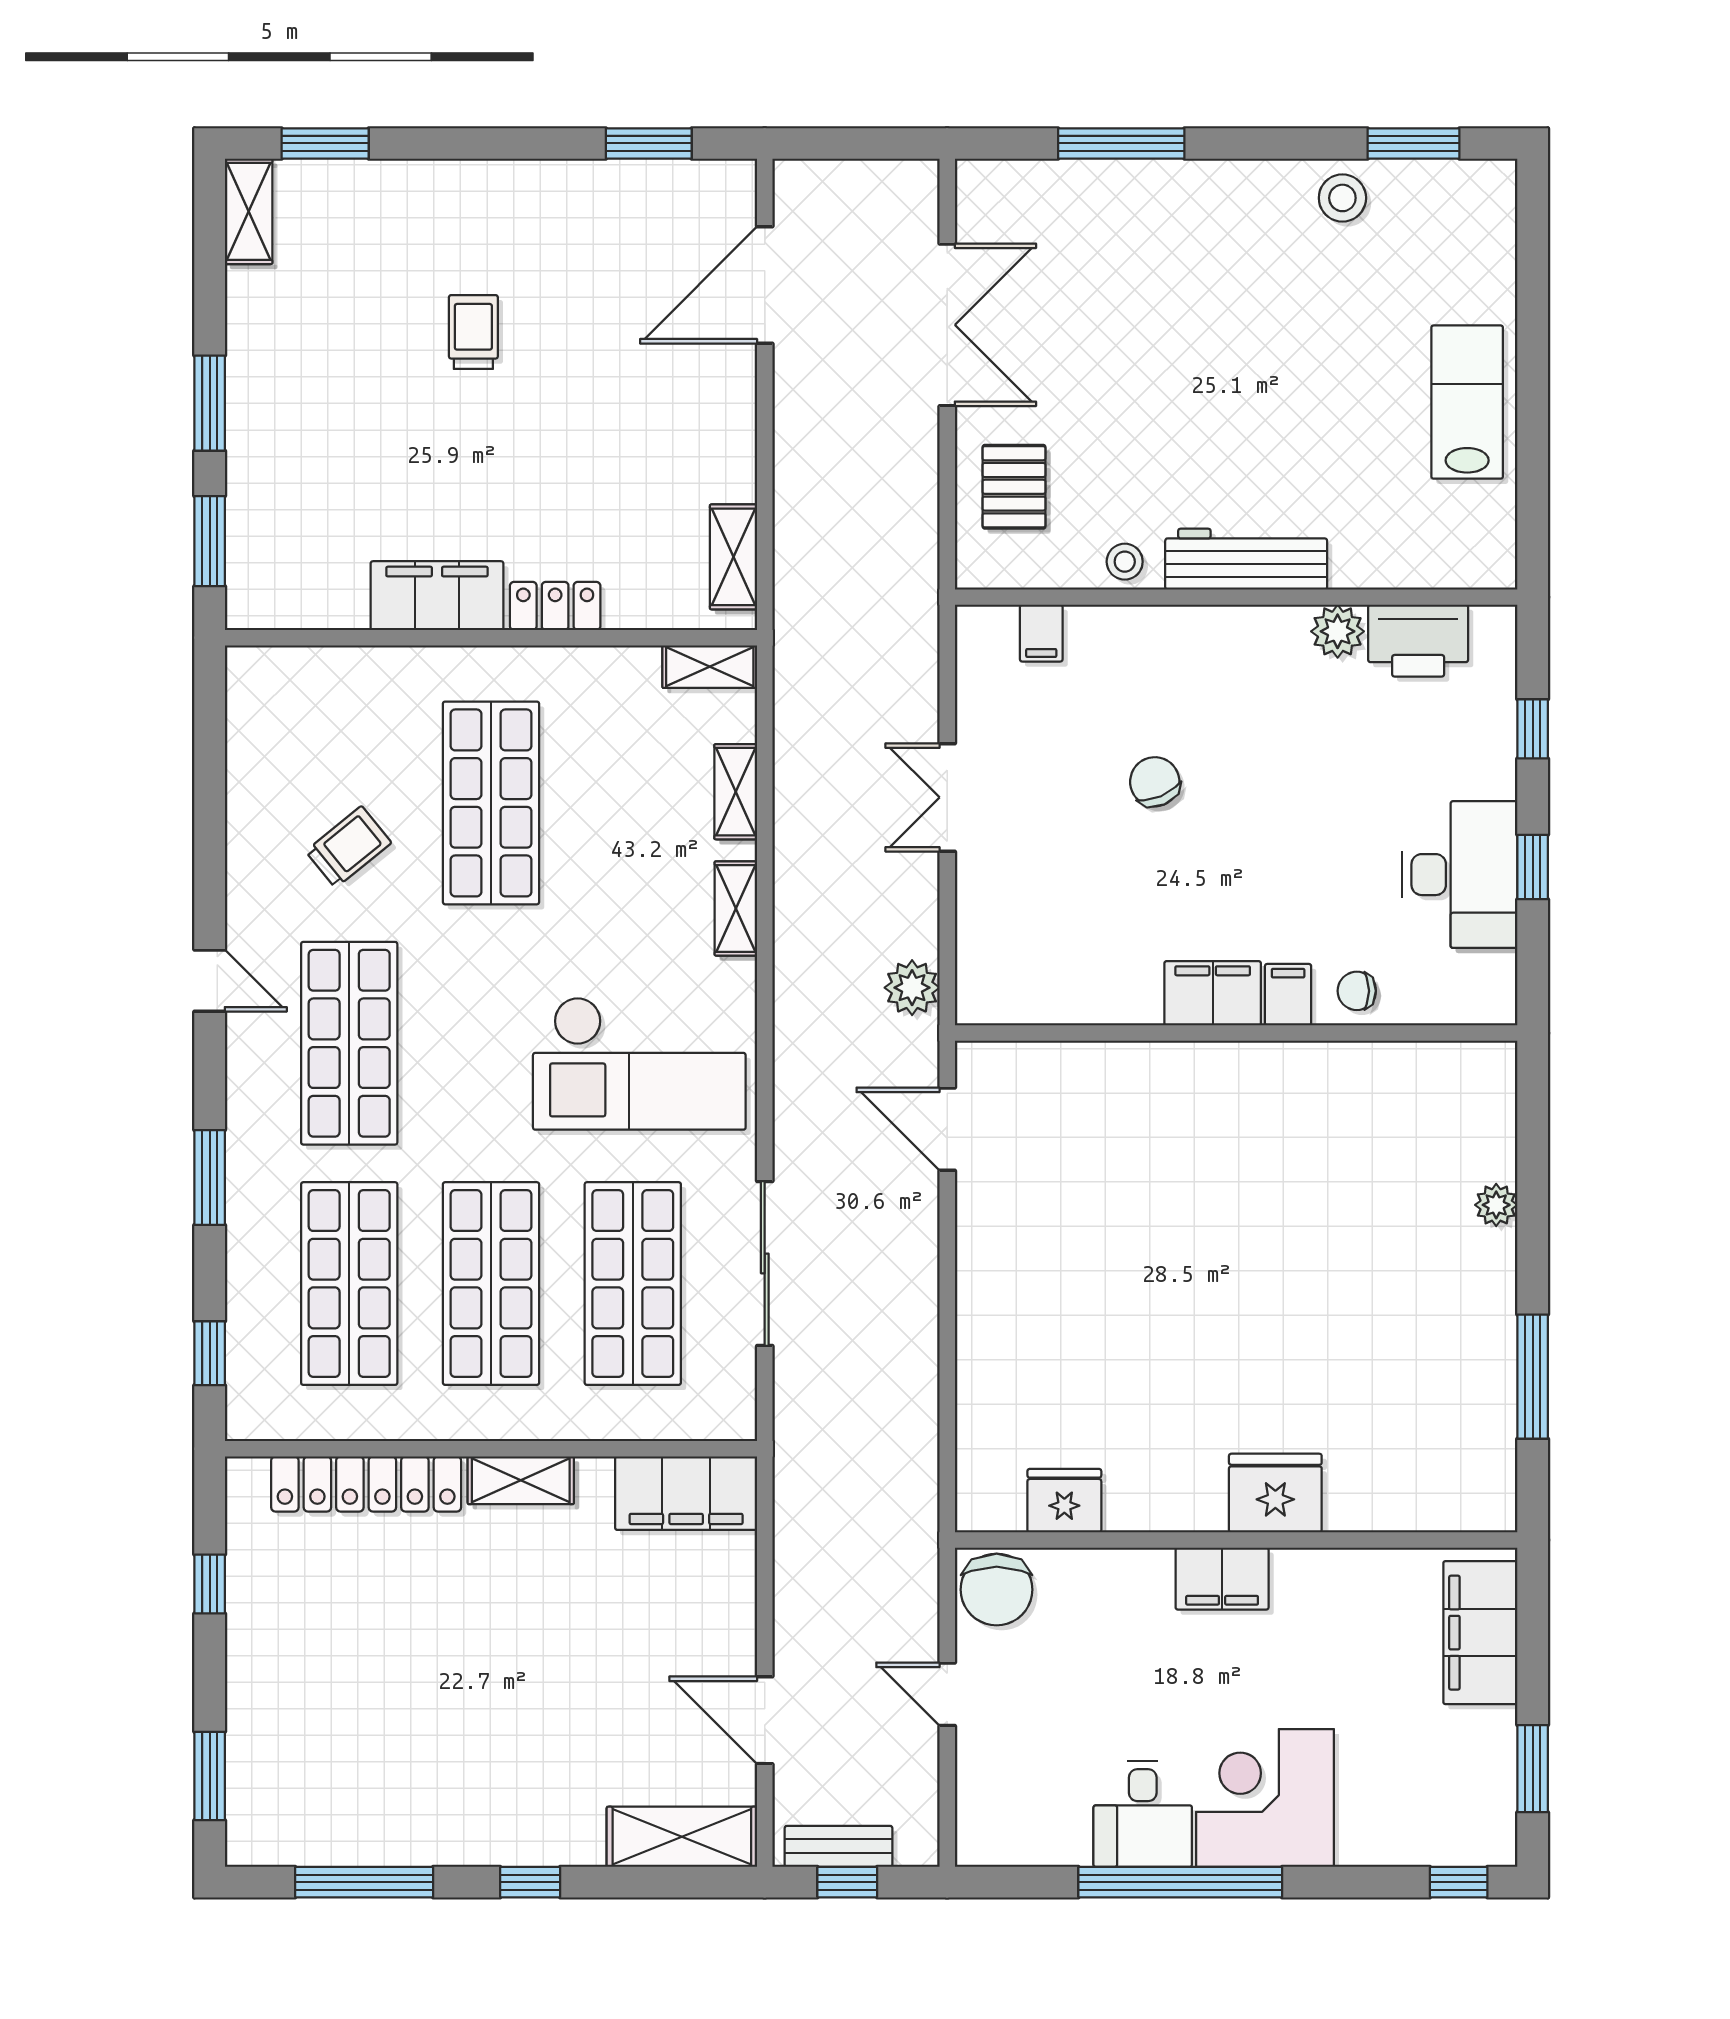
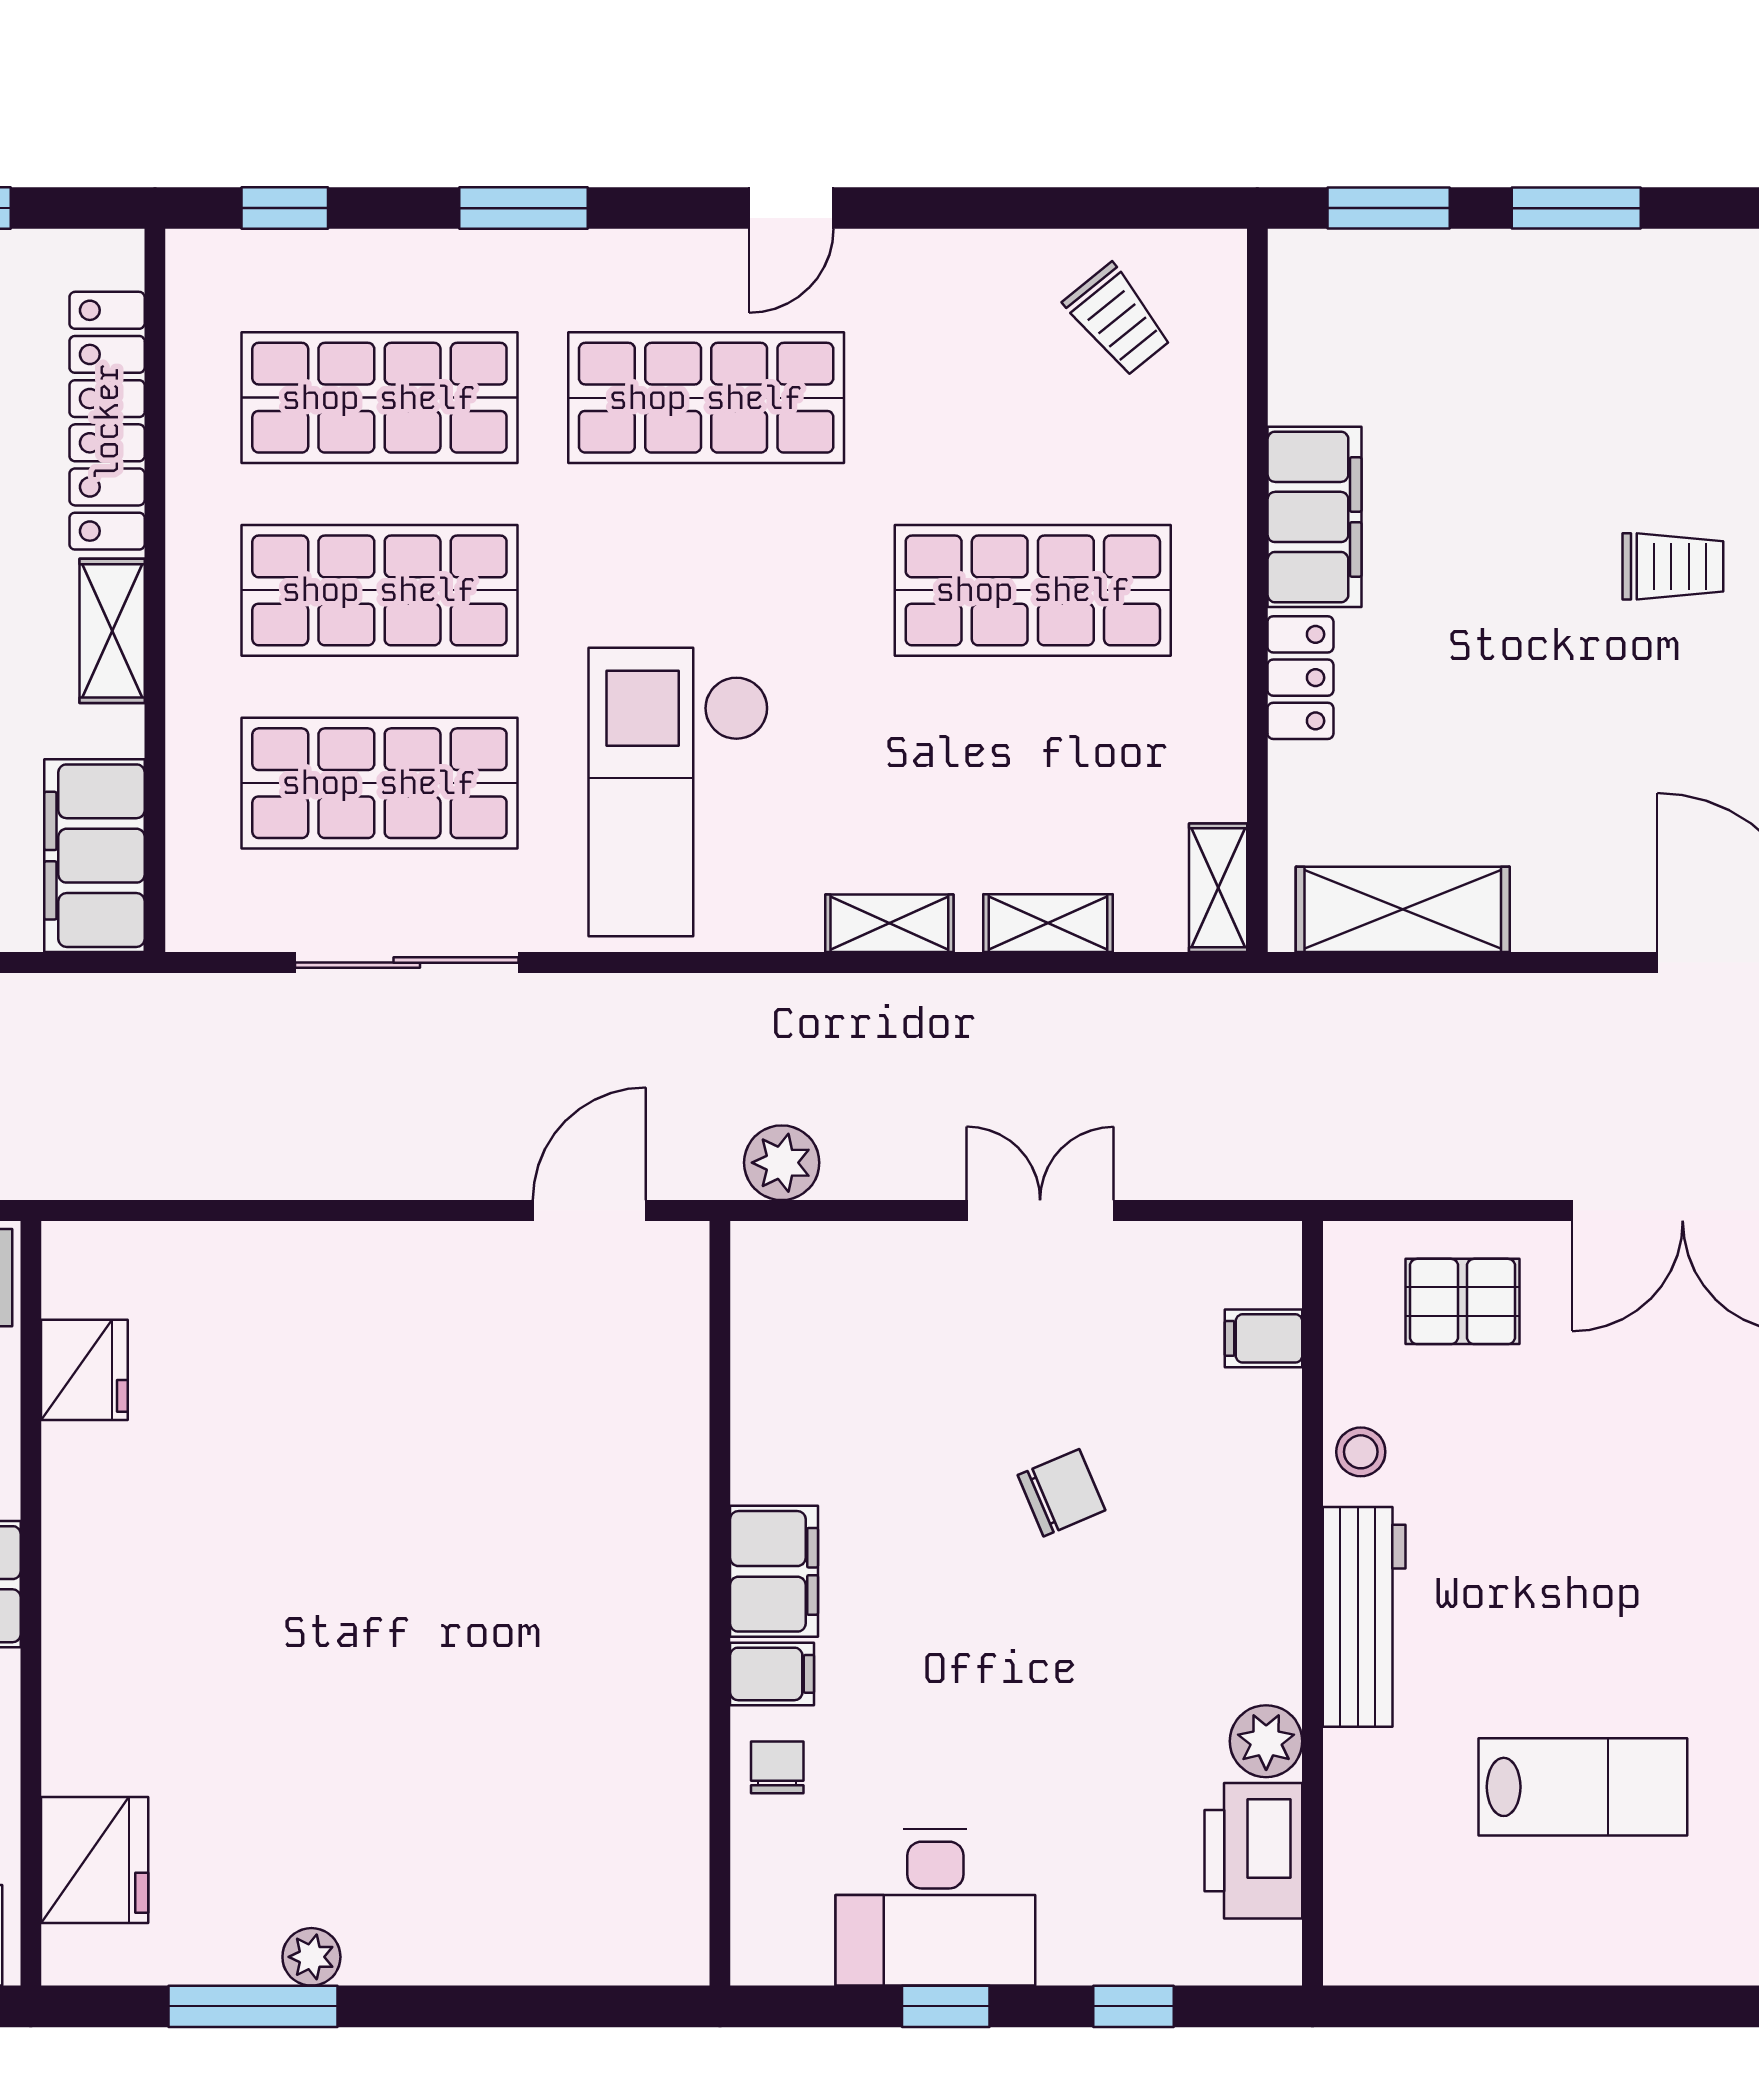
lab bench: (1467, 402) -> (1583, 1787), moved
shelving: (734, 557) -> (1403, 909), width x1.50, depth x1.33
trolley: (348, 847) -> (1118, 320), moved
plant: (1496, 1205) -> (311, 1957), moved
fridge: (1275, 1493) -> (95, 1860), moved

